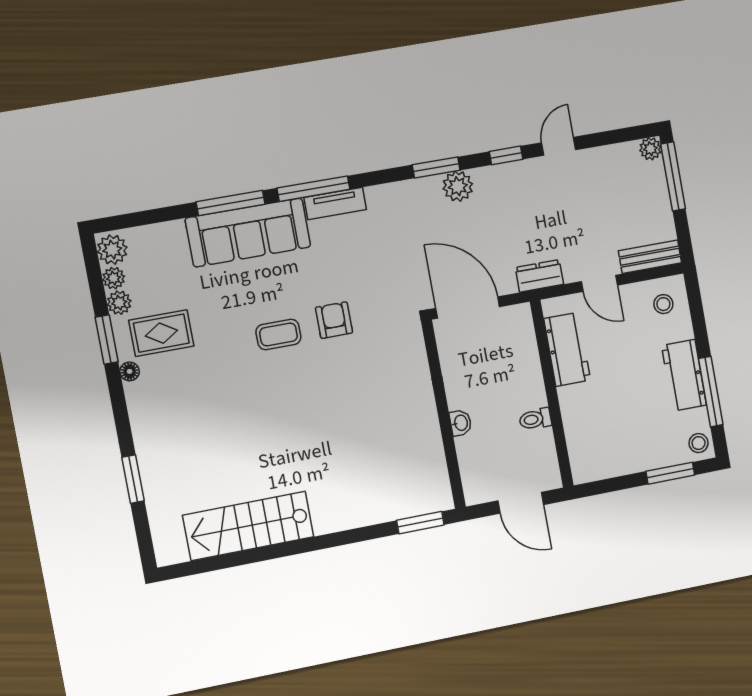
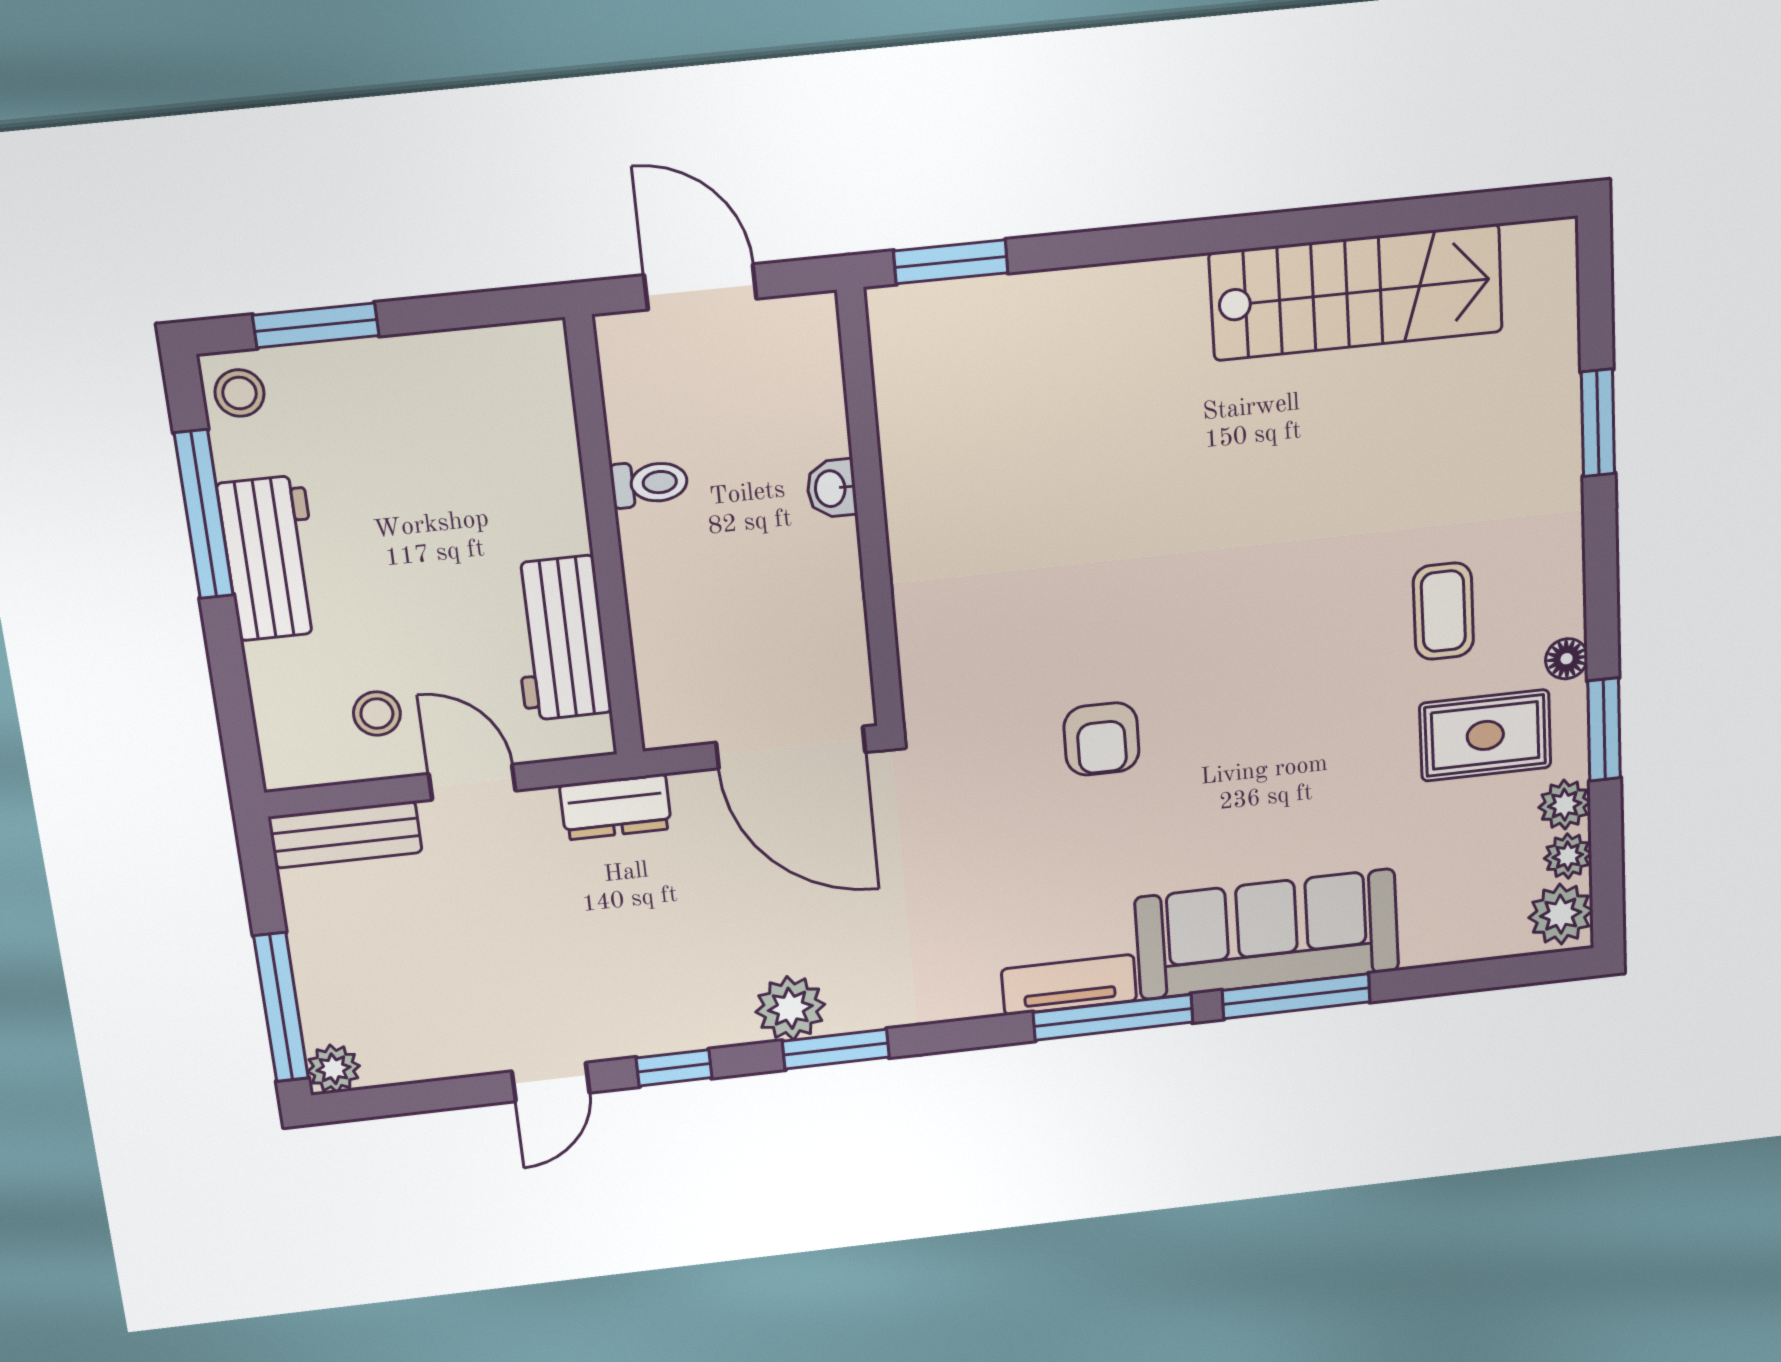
stool: (663, 304) -> (377, 714), moved
coffee table: (278, 334) -> (1443, 611), moved, turned 90

